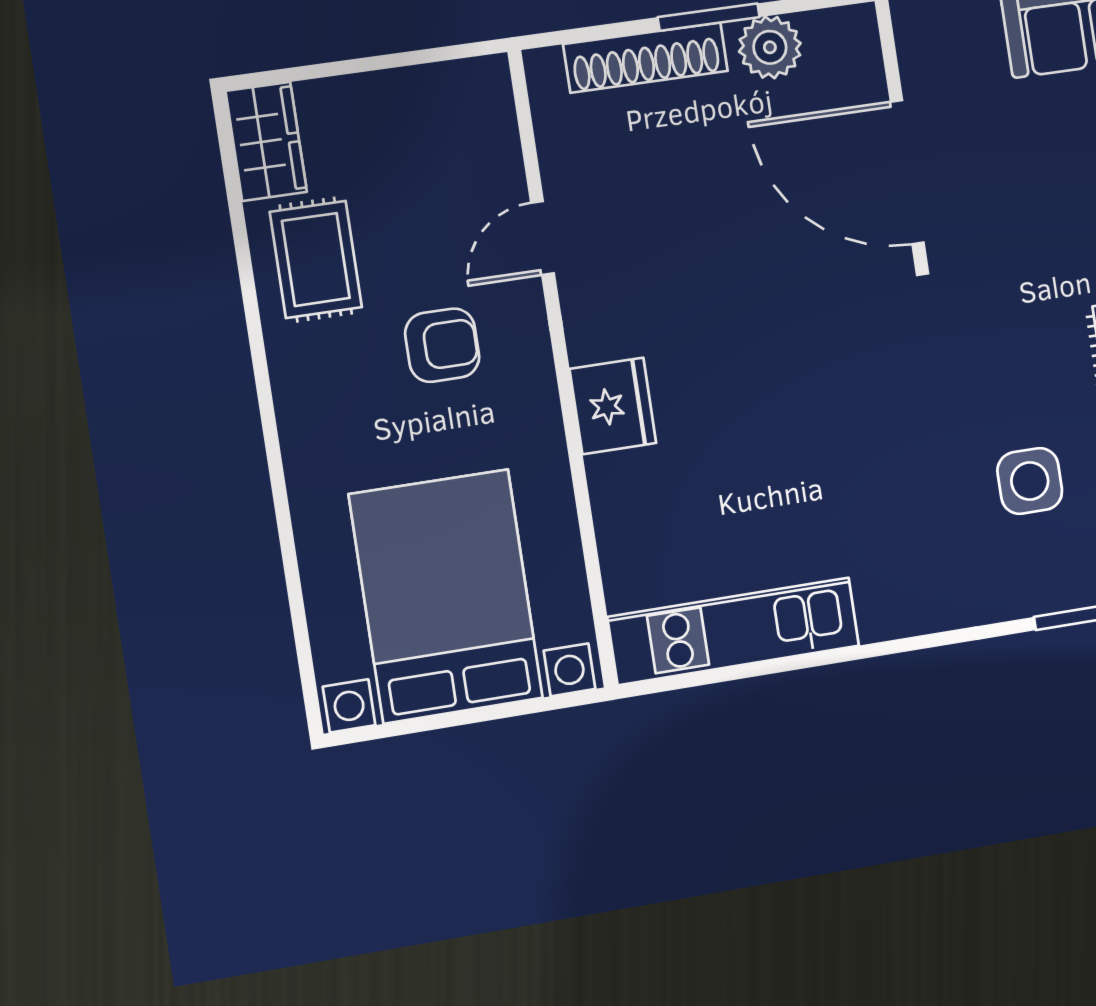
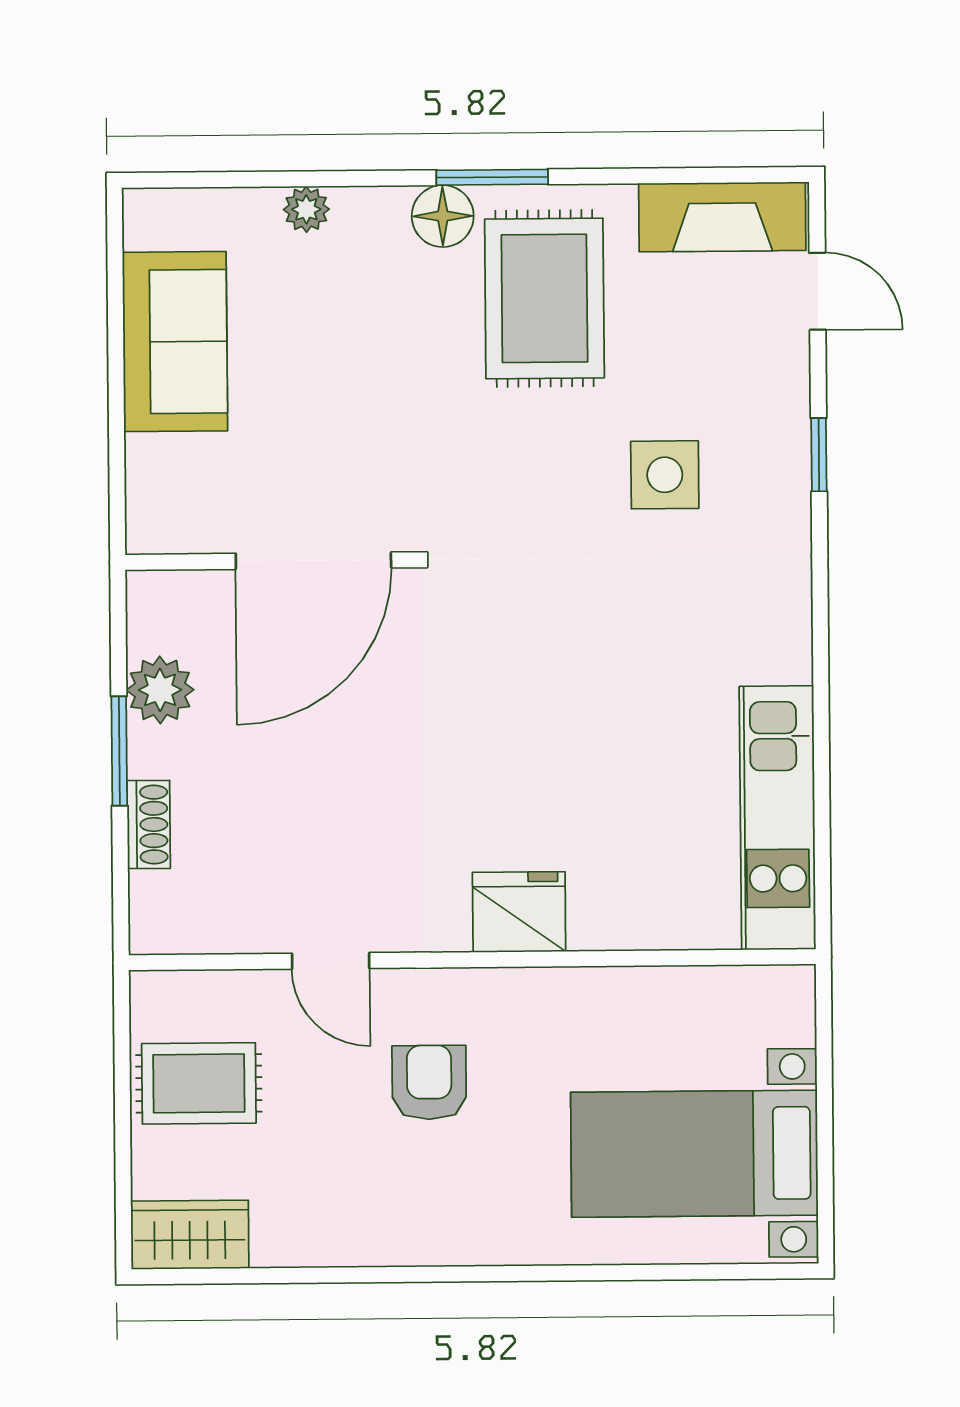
shoe rack: (646, 58) -> (149, 825), width x0.51, depth x0.81
rug: (316, 259) -> (199, 1083), moved
bed with nightstands: (446, 596) -> (694, 1154), width x0.73

